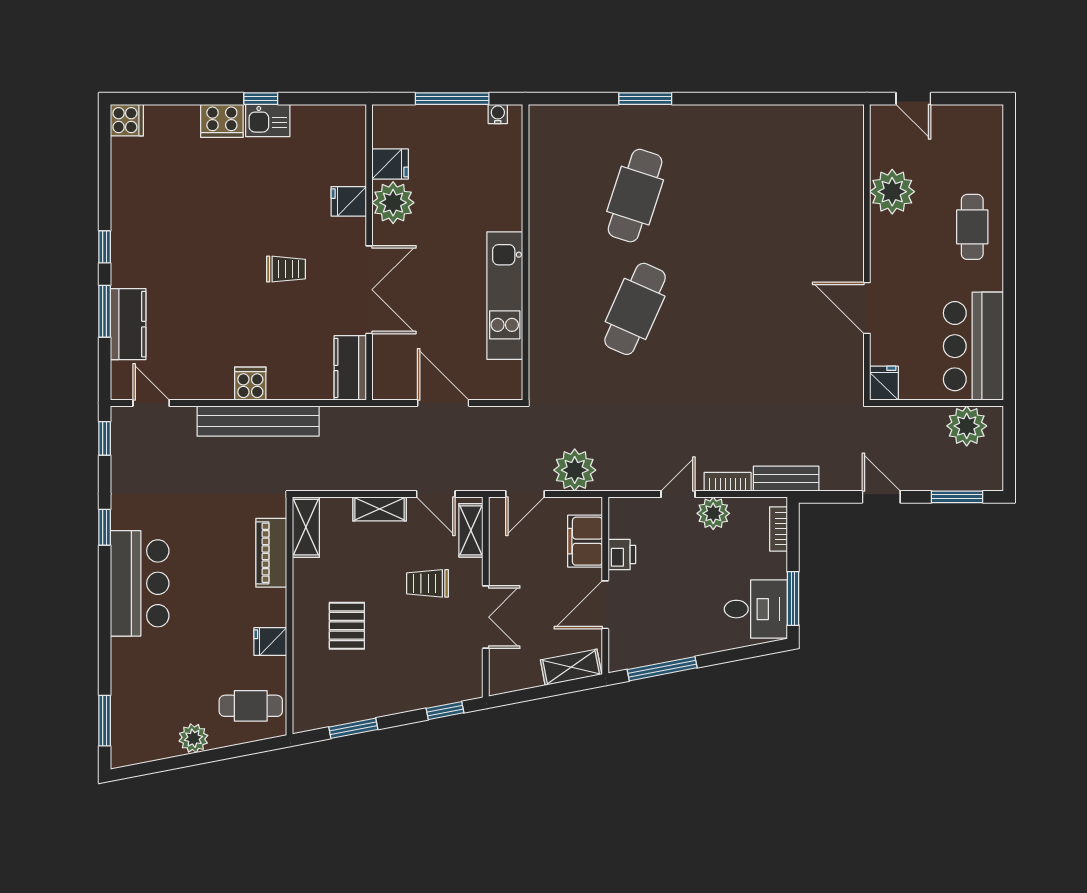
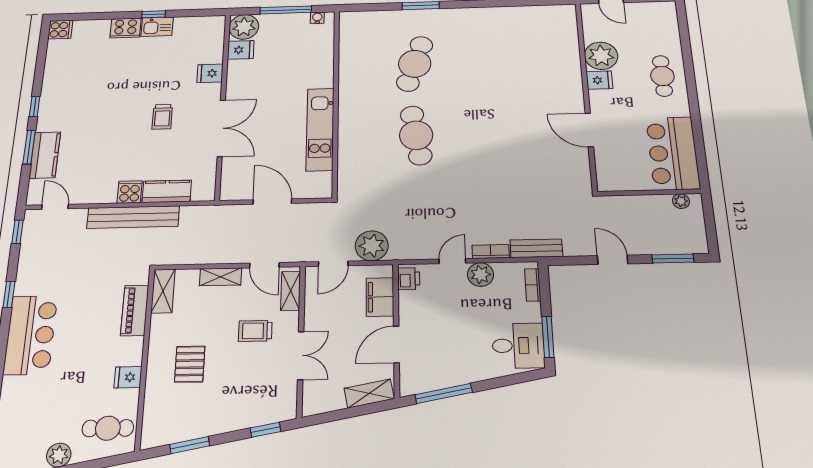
plant: (393, 203) -> (244, 27), moved
trolley: (286, 269) -> (162, 117), turned 90
cafe table: (635, 309) -> (416, 135), turned -33
kitchen counter: (350, 368) -> (167, 191), moved, turned 90
fridge: (884, 383) -> (599, 80), moved, turned 90
plant: (967, 426) -> (681, 201), width x0.53, depth x0.53
printer: (622, 555) -> (409, 279), moved

